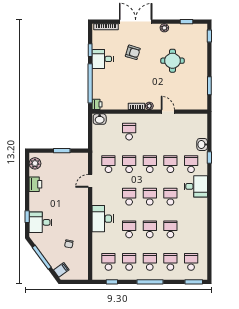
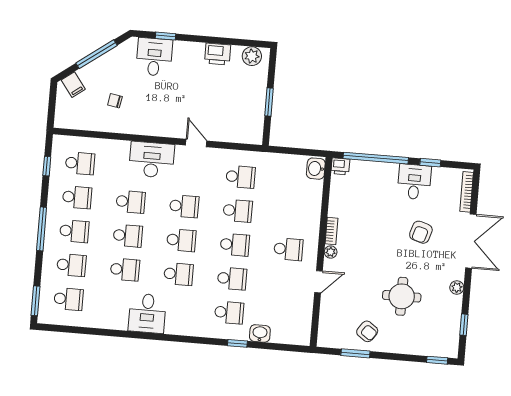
armchair: (195, 80) -> (367, 331), added
school desk: (129, 132) -> (288, 249), moved
door: (90, 181) -> (196, 143), moved
desk: (196, 186) -> (147, 313), moved

